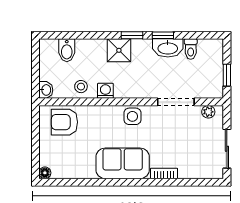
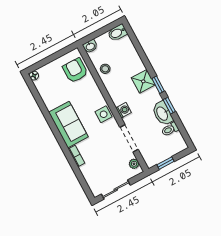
bidet: (67, 50) -> (117, 33), moved
washing machine: (105, 91) -> (124, 110), moved

